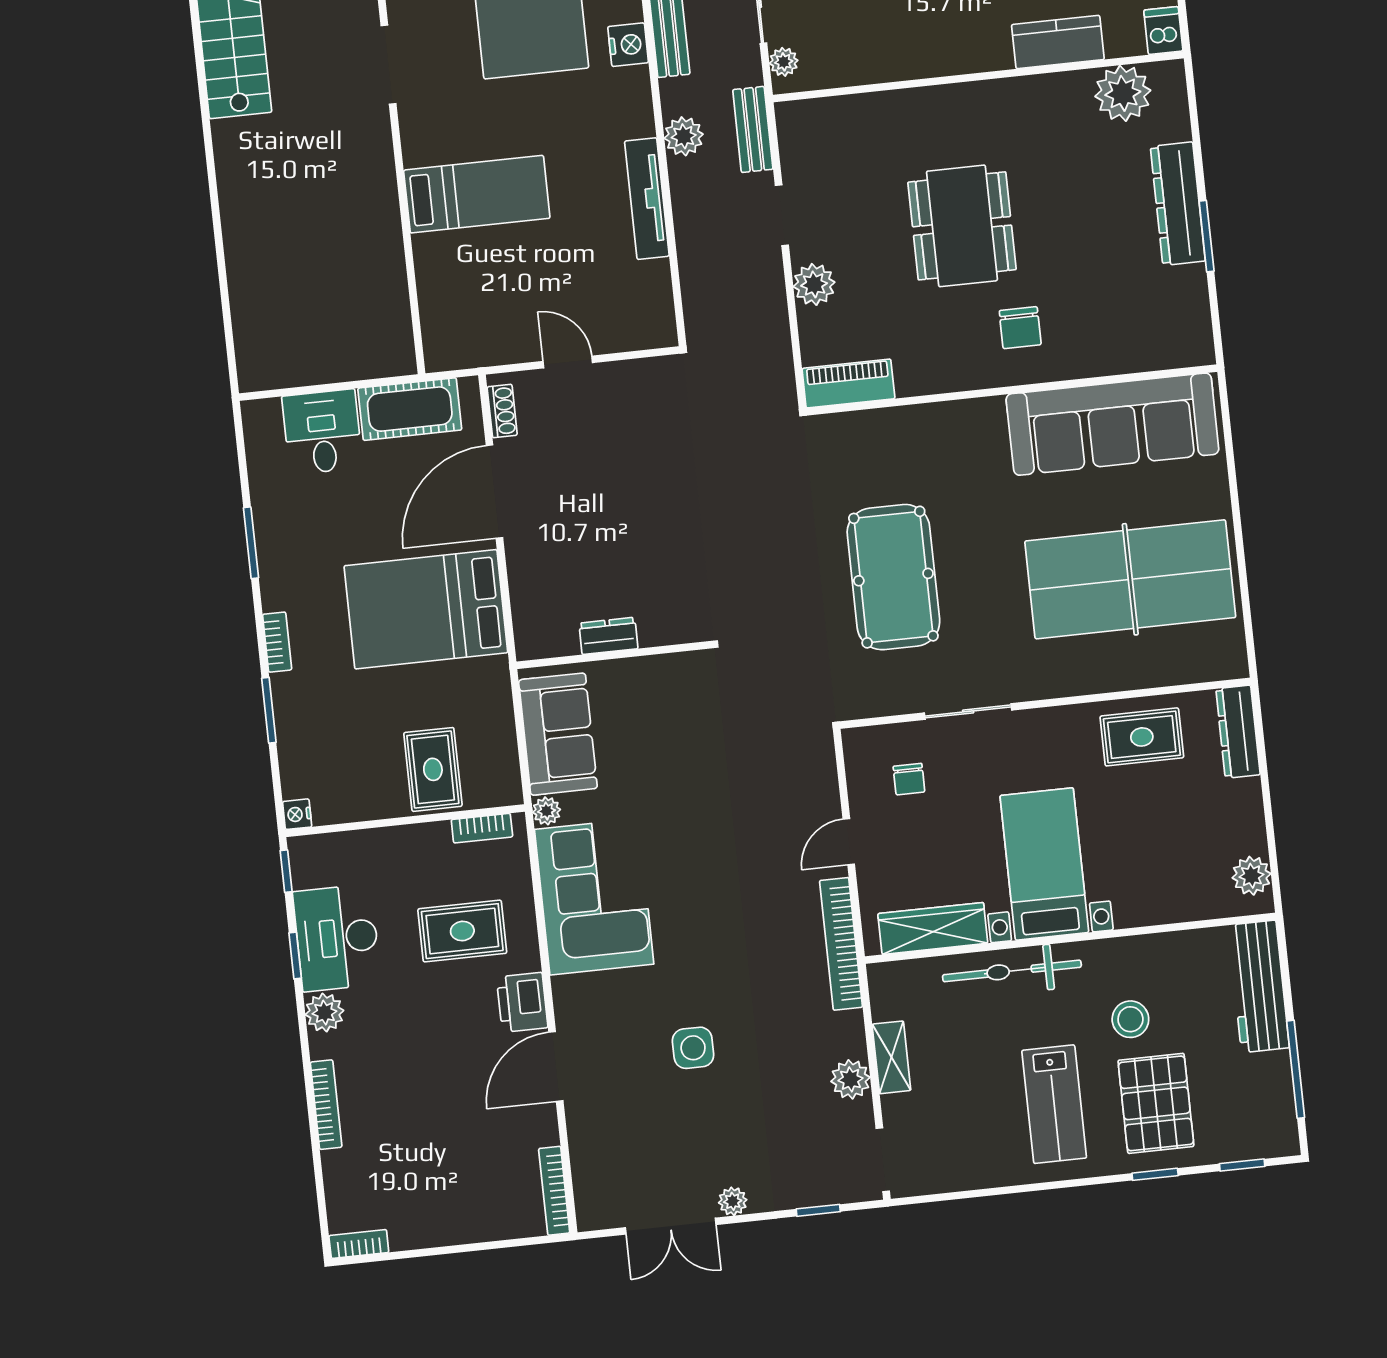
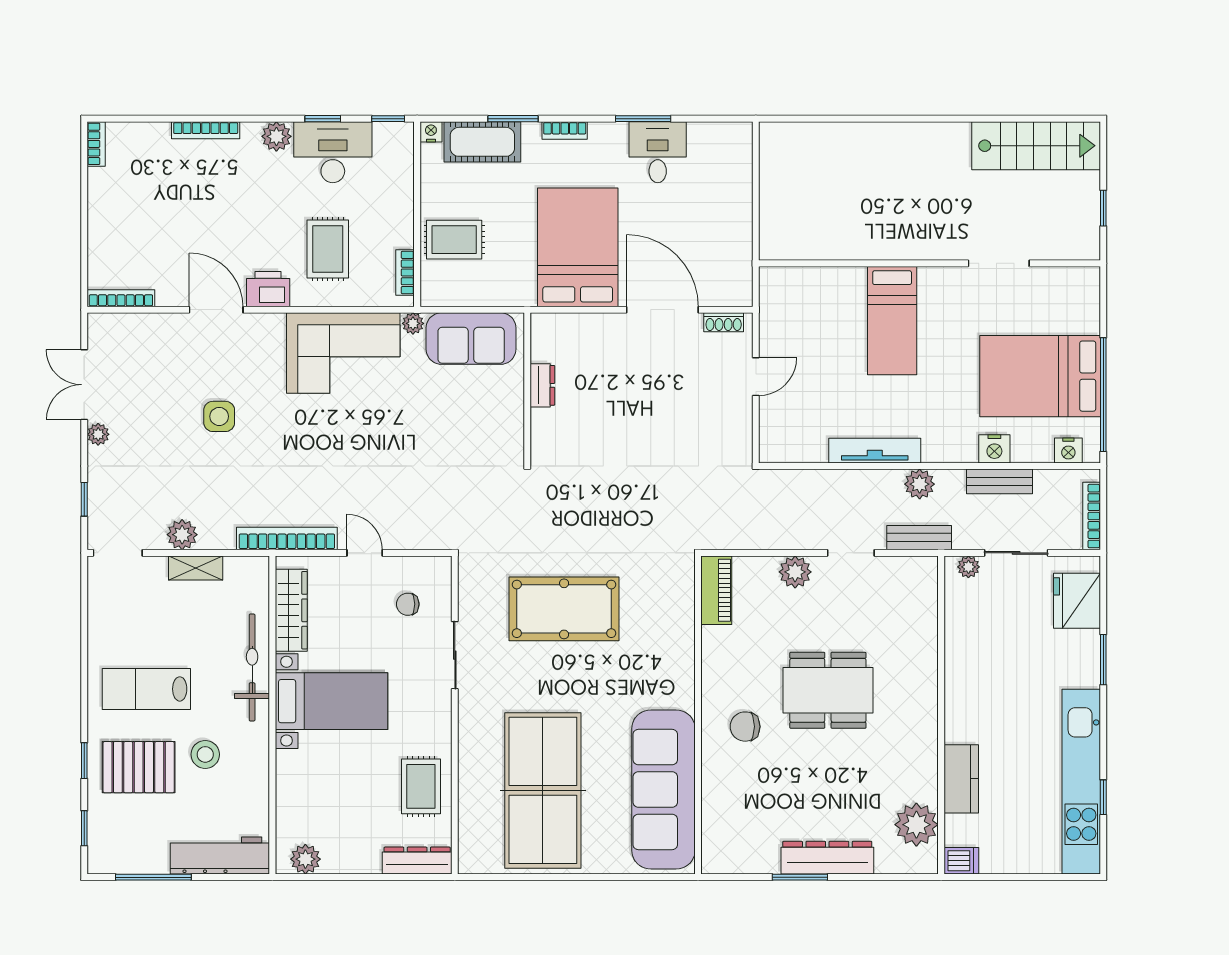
cot: (410, 409) -> (482, 142), moved, turned 90
desk: (322, 432) -> (658, 152), moved, turned -90

